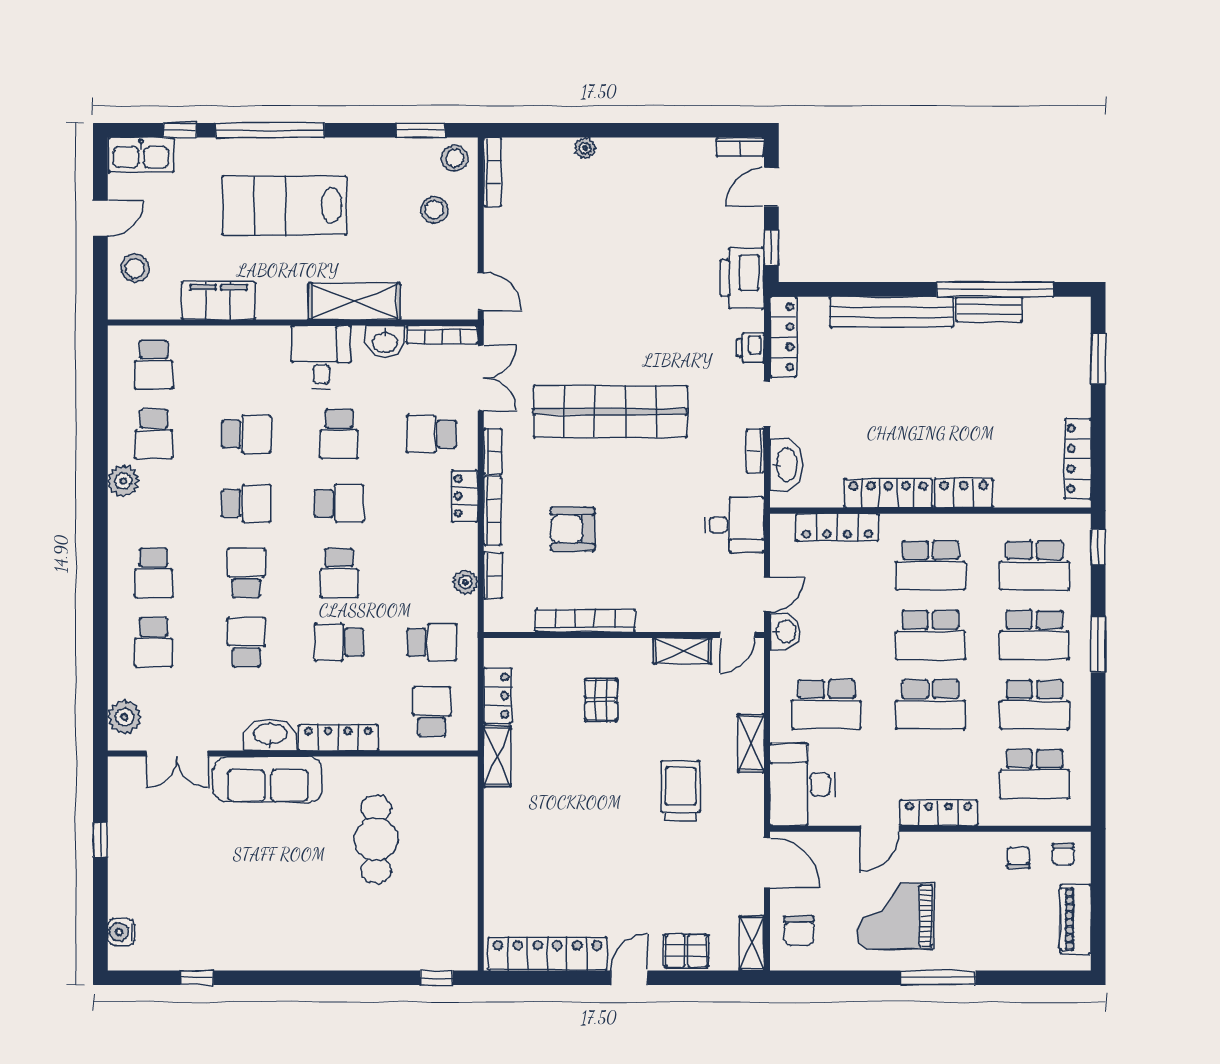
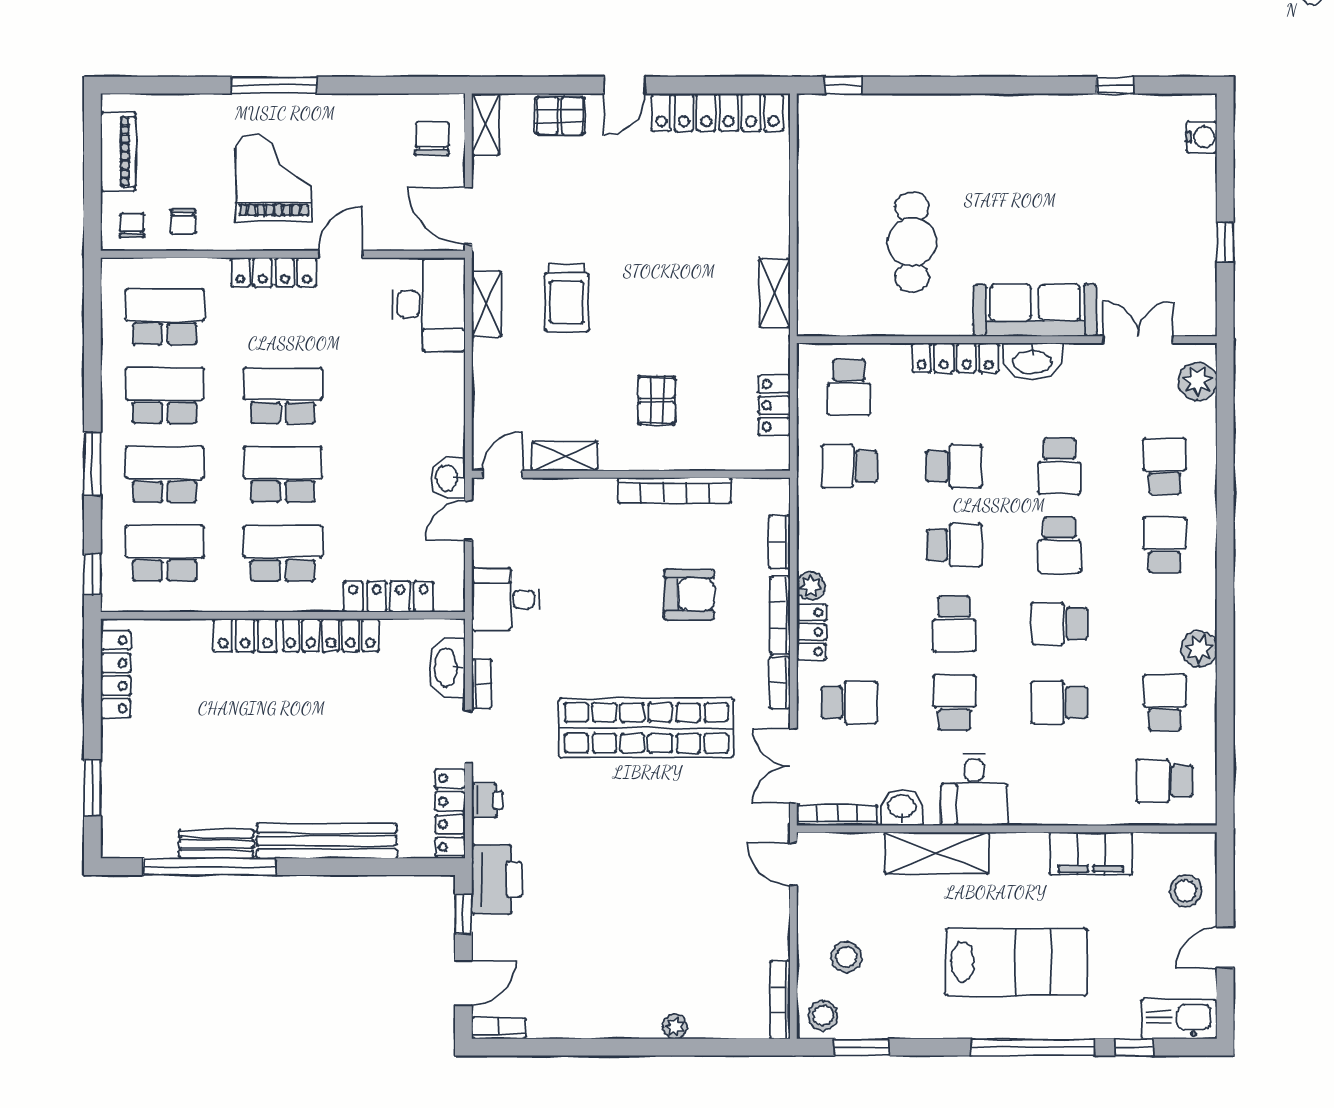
school desk: (154, 365) -> (1165, 781), turned -90
school desk: (339, 503) -> (954, 624), turned -90
school desk: (339, 573) -> (954, 545), turned 90
plant: (465, 582) -> (811, 586), moved
school desk: (826, 704) -> (401, 395), removed
shelving: (751, 743) -> (486, 304), moved
shelving: (497, 756) -> (775, 293), moved
grand piano: (895, 916) -> (274, 178), moved, turned -90

